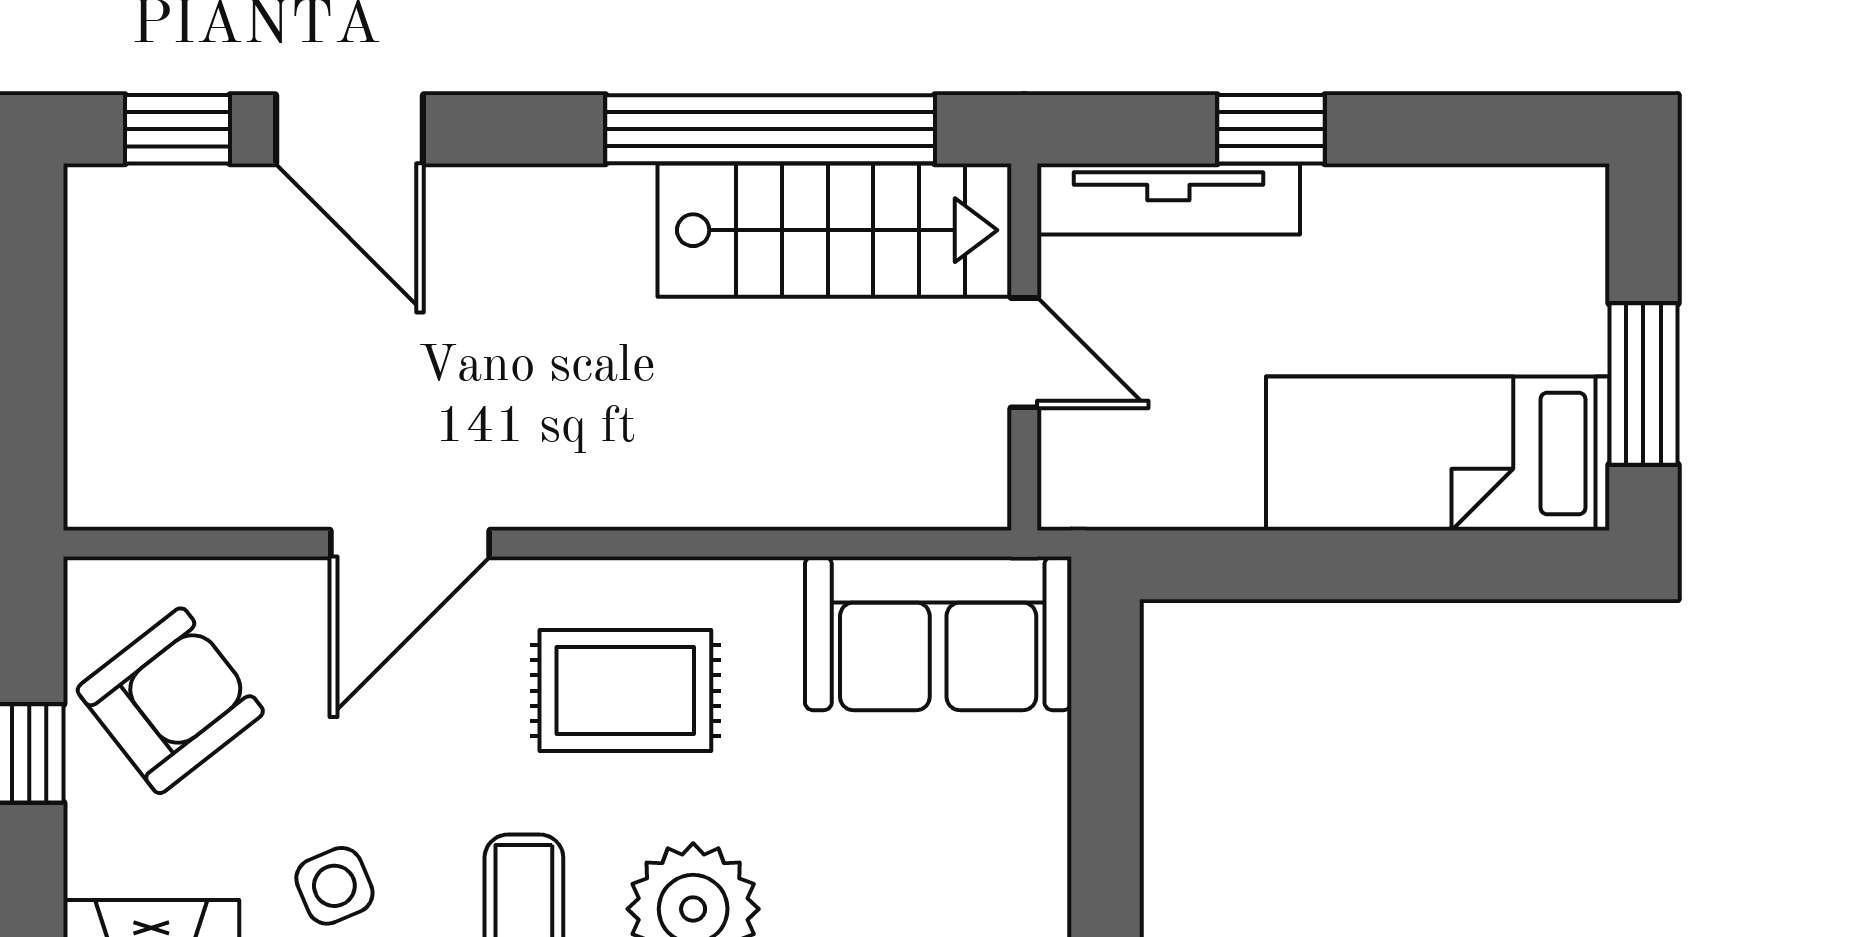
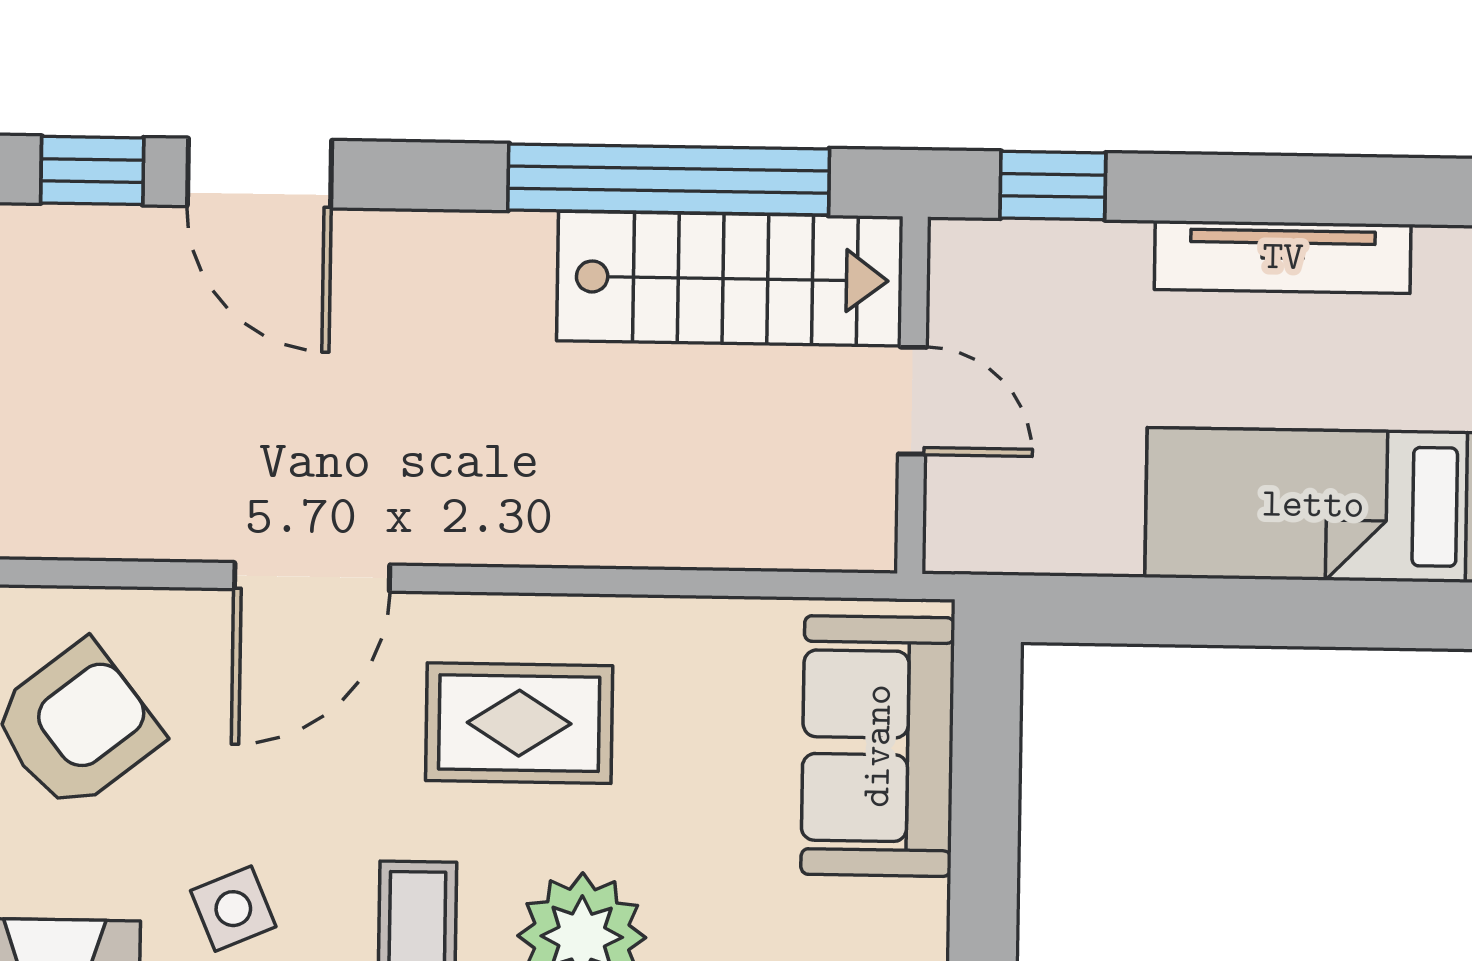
window: (1271, 129) -> (1053, 186), moved
tv unit: (1168, 199) -> (1283, 257), moved
sofa: (938, 633) -> (878, 746), moved, turned 90

